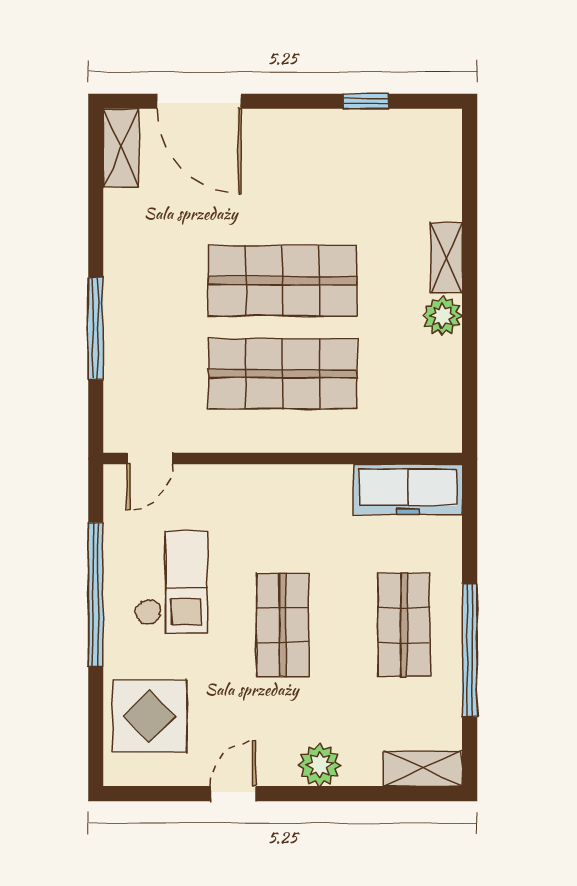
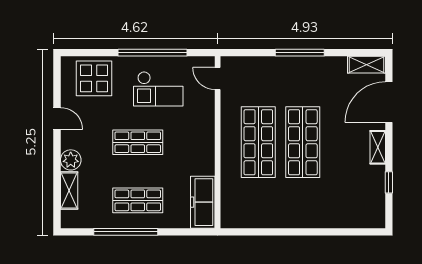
shelving: (446, 258) -> (378, 147), moved, turned 90
plant: (442, 316) -> (286, 219), removed
window: (96, 328) -> (300, 53), moved
shelving: (423, 768) -> (69, 190), moved

